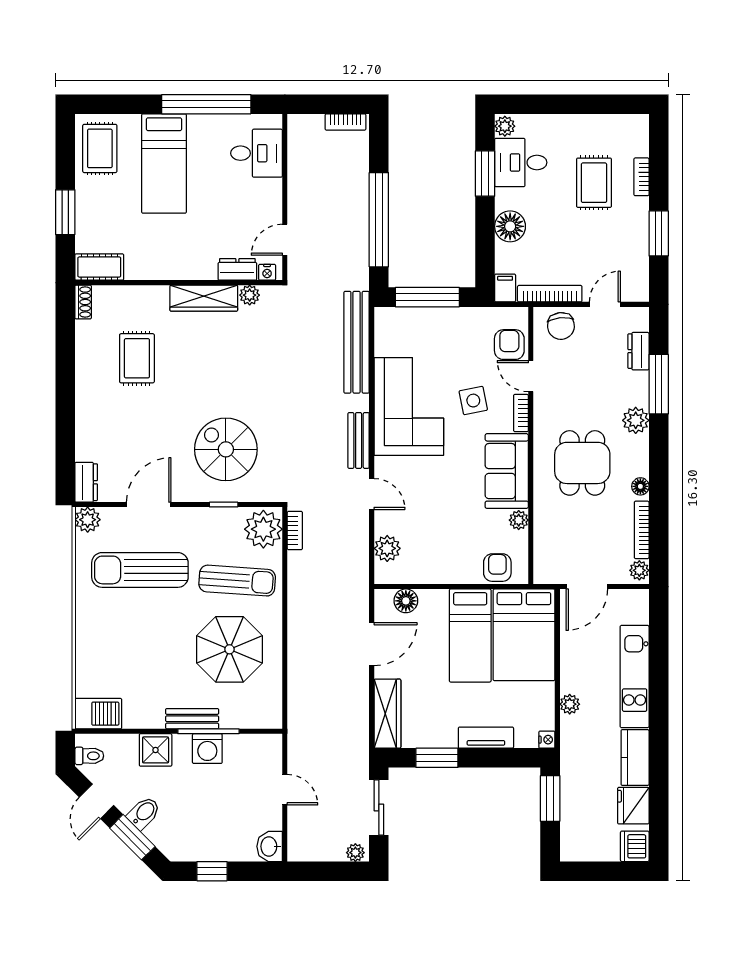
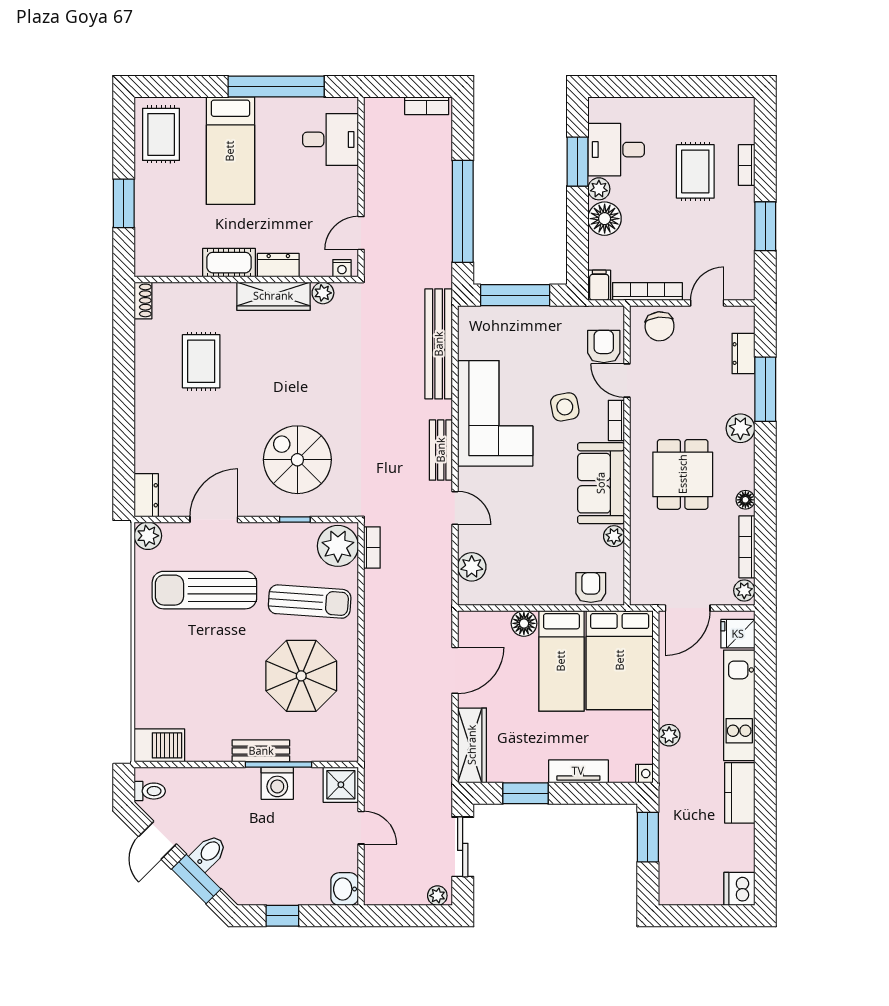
plant: (505, 126) -> (599, 189), moved
cot: (99, 267) -> (229, 263), moved
dresser: (237, 269) -> (278, 265), moved
floor lamp: (406, 601) -> (524, 623), moved
shower: (156, 750) -> (341, 785), moved
fridge: (633, 806) -> (738, 634), moved, width x0.72

